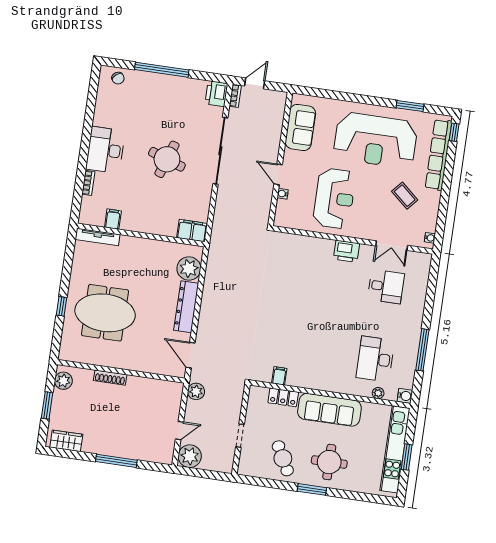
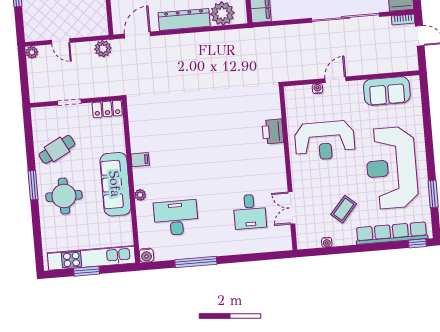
water cooler: (430, 238) -> (327, 242), moved
printer: (346, 251) -> (273, 132), moved
filing cabinet: (279, 376) -> (140, 160), moved
plant: (378, 393) -> (140, 195), moved
locker: (283, 397) -> (107, 109), moved, turned -90
plant: (190, 456) -> (32, 52), width x0.53, depth x0.53

